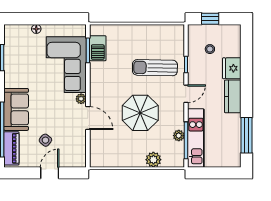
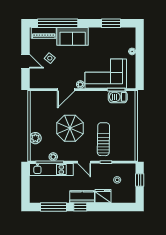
window: (246, 99) -> (80, 207), added

